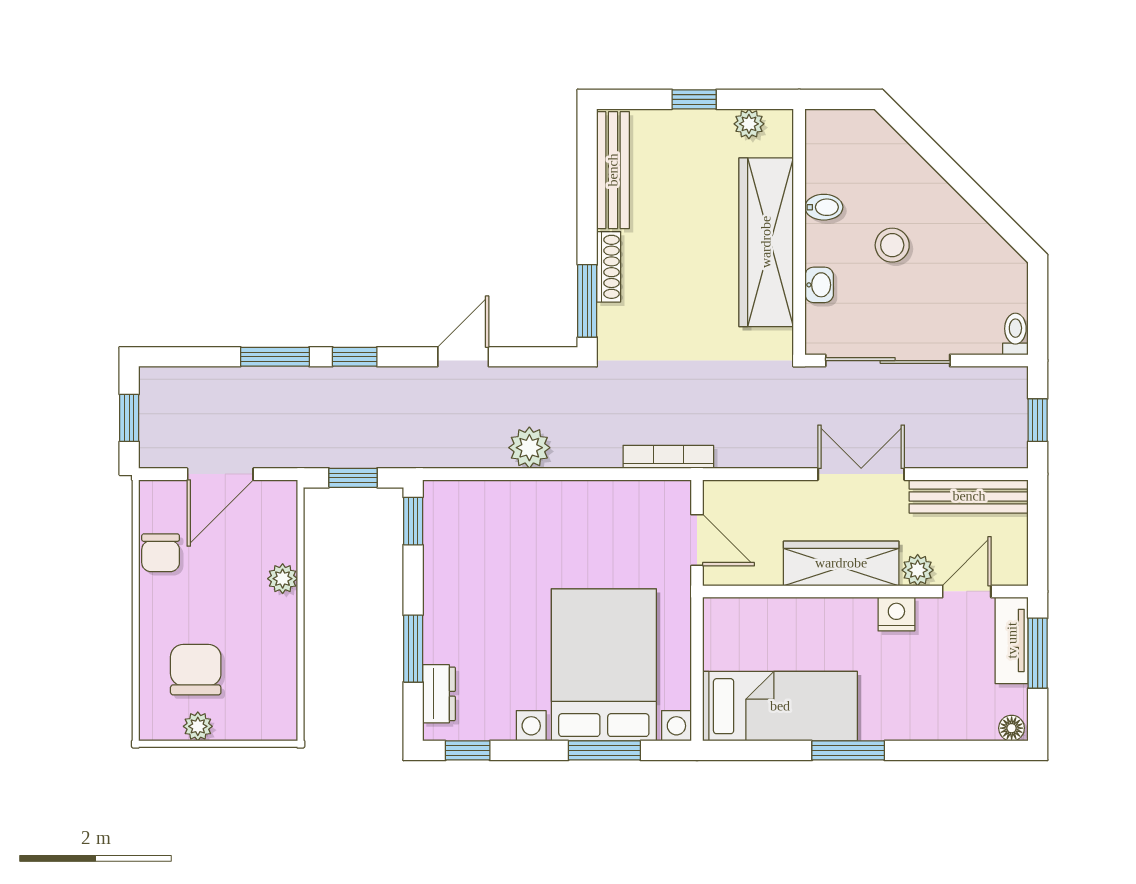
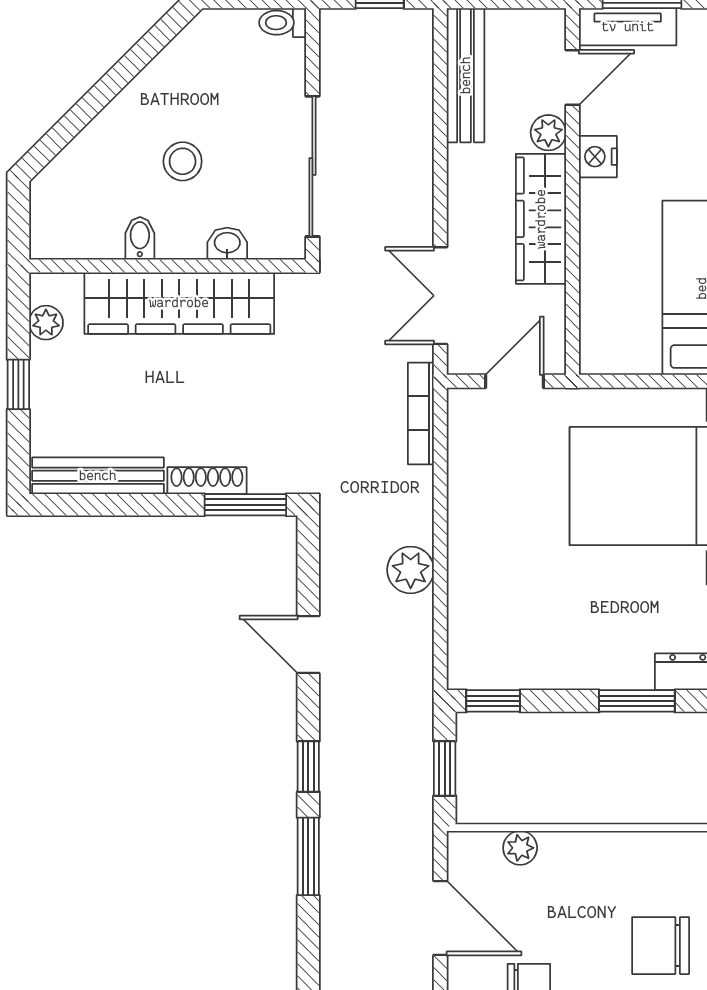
double door: (861, 474) -> (440, 296), moved
plant: (283, 579) -> (520, 848), moved
door: (967, 591) -> (572, 77), swing flipped

